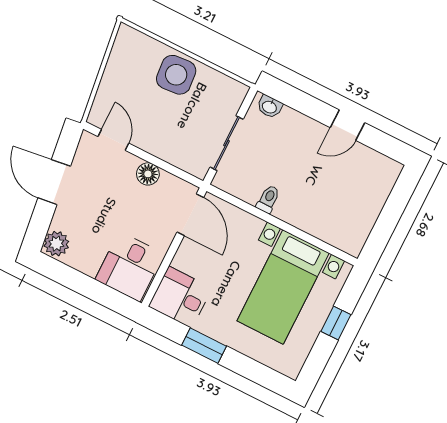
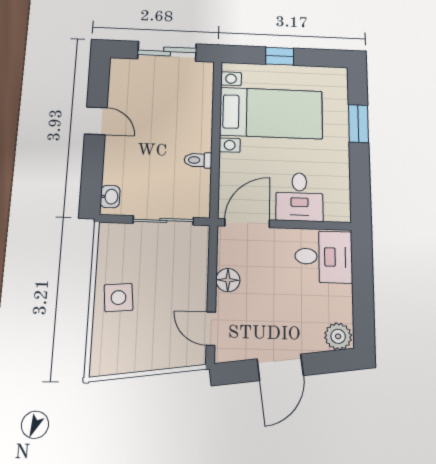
side table: (176, 75) -> (118, 298), width x0.73, depth x0.73
door: (113, 140) -> (211, 329), hinge flipped
sliding door: (388, 220) -> (167, 51), added
desk: (180, 297) -> (299, 197), moved
window: (204, 346) -> (358, 124), moved

